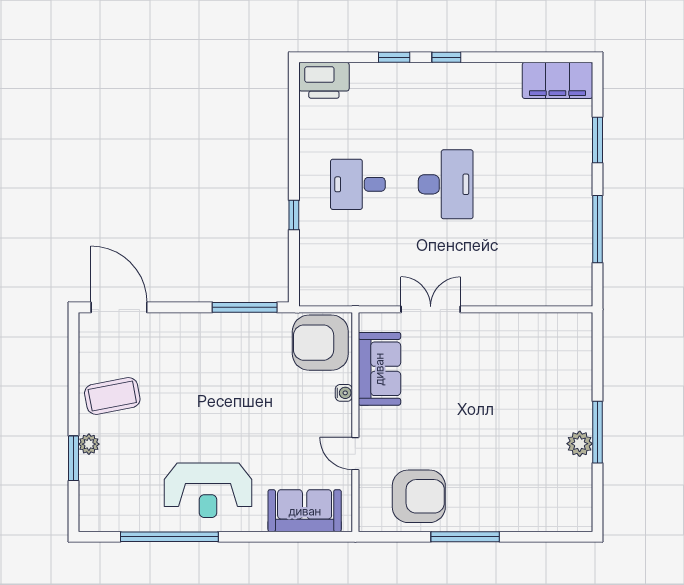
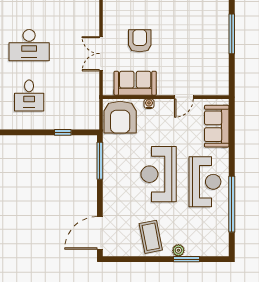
desk: (446, 184) -> (29, 45), turned 180
window: (294, 215) -> (63, 132), moved
reception desk: (221, 410) -> (159, 174), added
armchair: (419, 496) -> (140, 41), moved, width x0.73, depth x0.73

